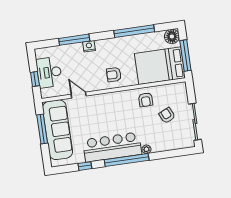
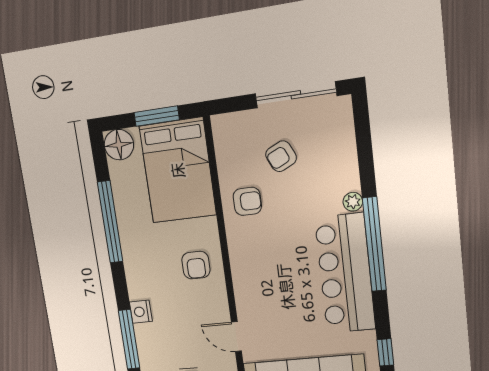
window: (185, 55) -> (157, 116), width x0.69
door: (79, 95) -> (236, 337), hinge flipped
window: (85, 166) -> (385, 352), moved

